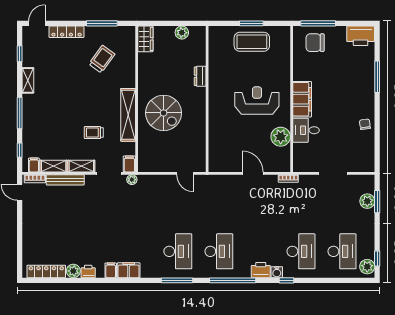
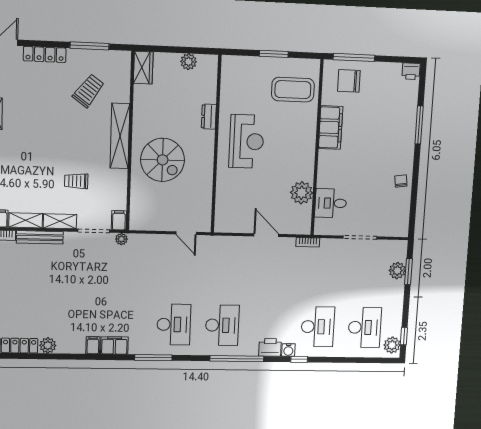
printer: (361, 36) -> (411, 71), width x0.53, depth x0.68
coffee table: (252, 42) -> (293, 90), moved
filing cabinet: (302, 99) -> (331, 127), moved
reception desk: (257, 101) -> (246, 141), moved, turned 90
shelving: (128, 115) -> (120, 136), moved
desk: (306, 130) -> (331, 203), moved
printer: (88, 271) -> (66, 346), removed
window: (177, 280) -> (153, 358), moved

